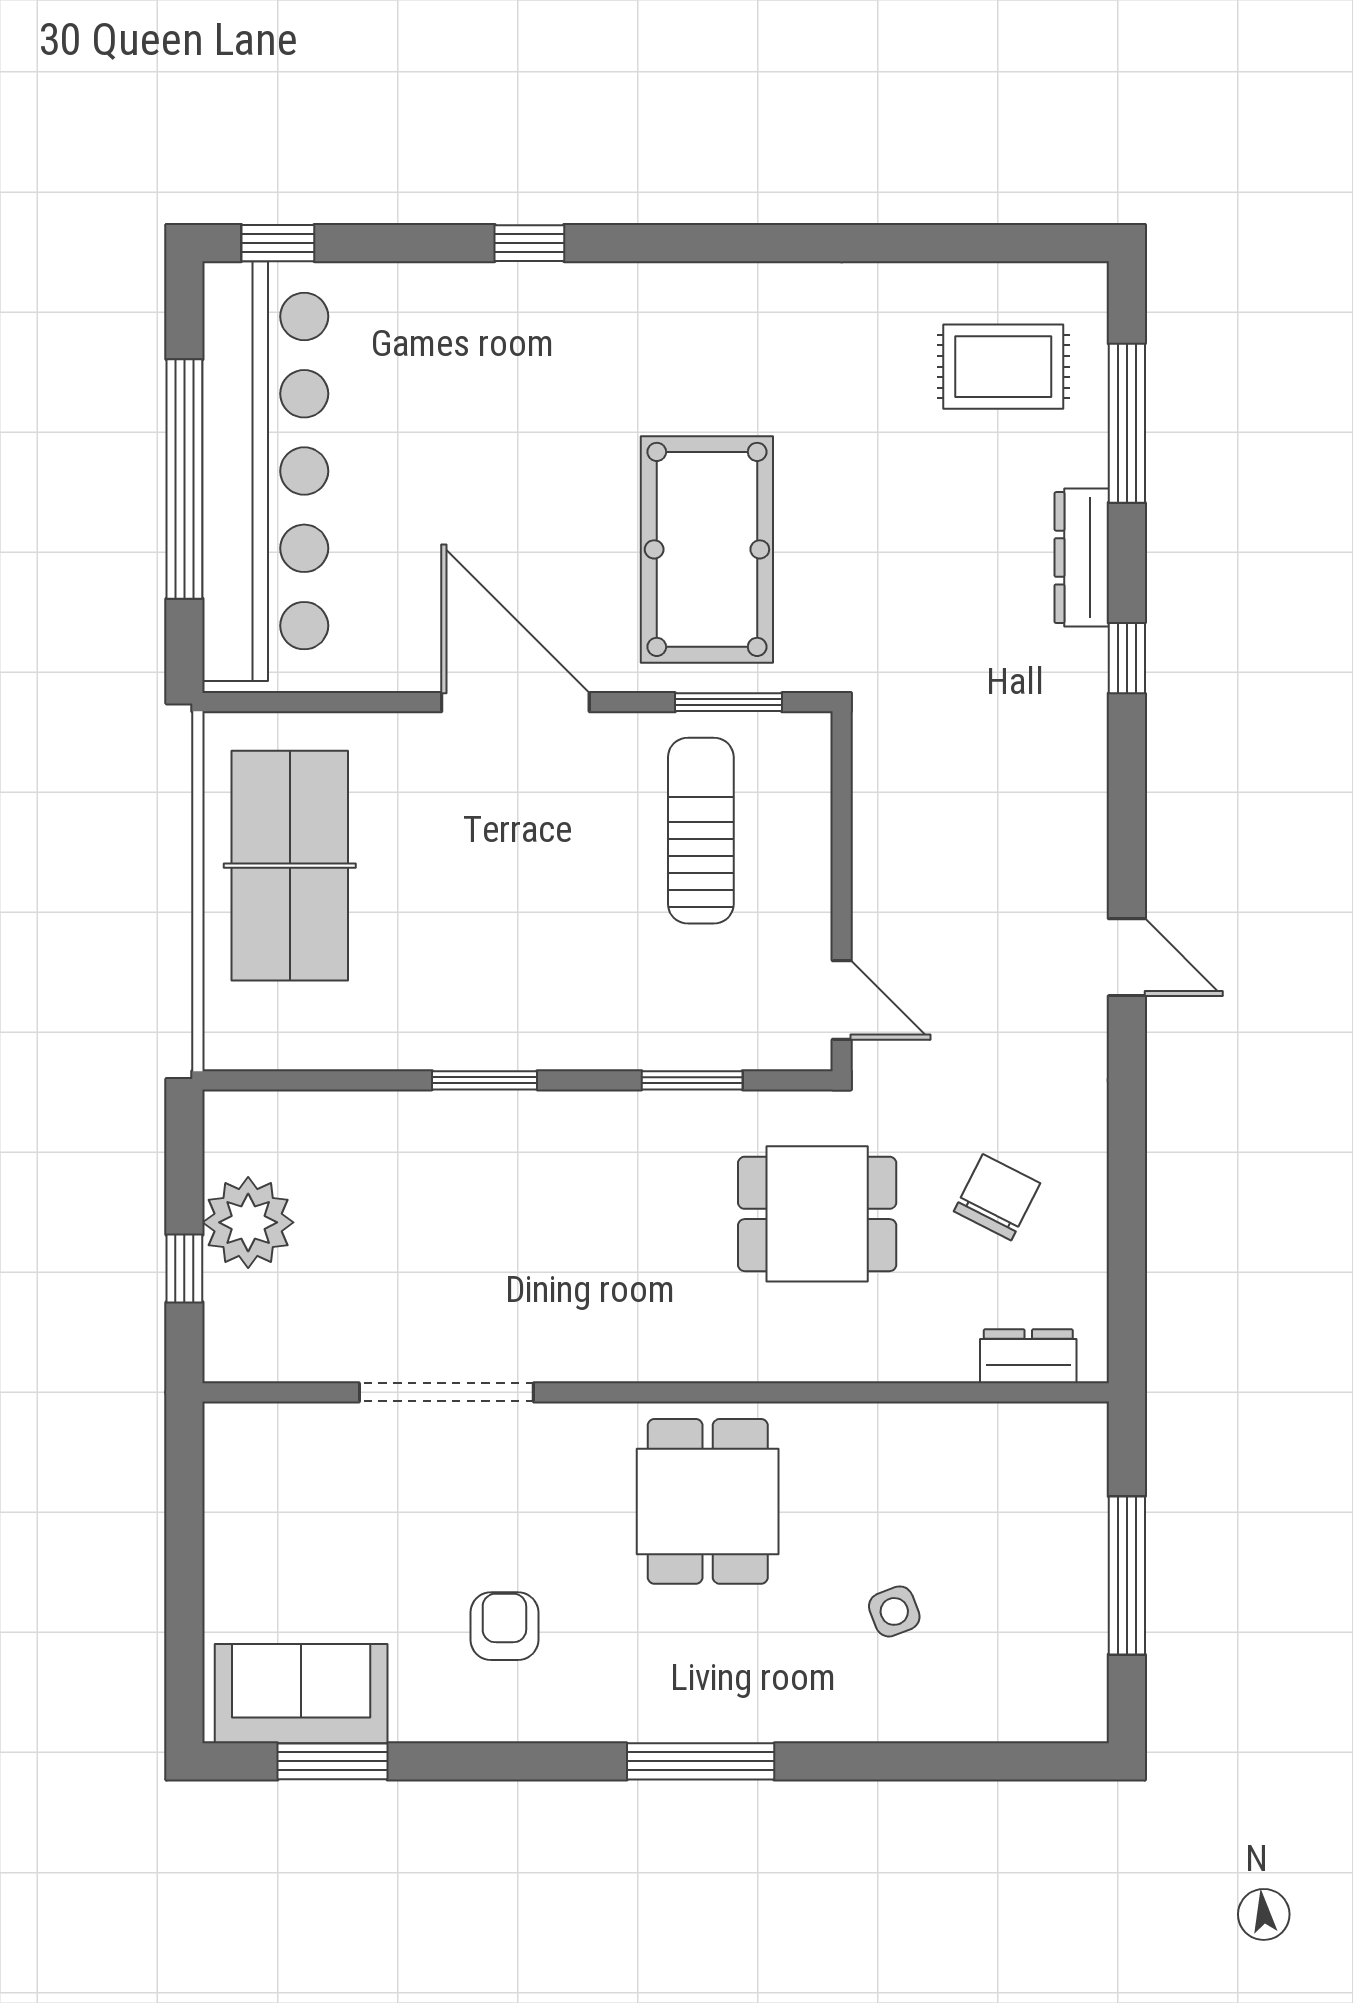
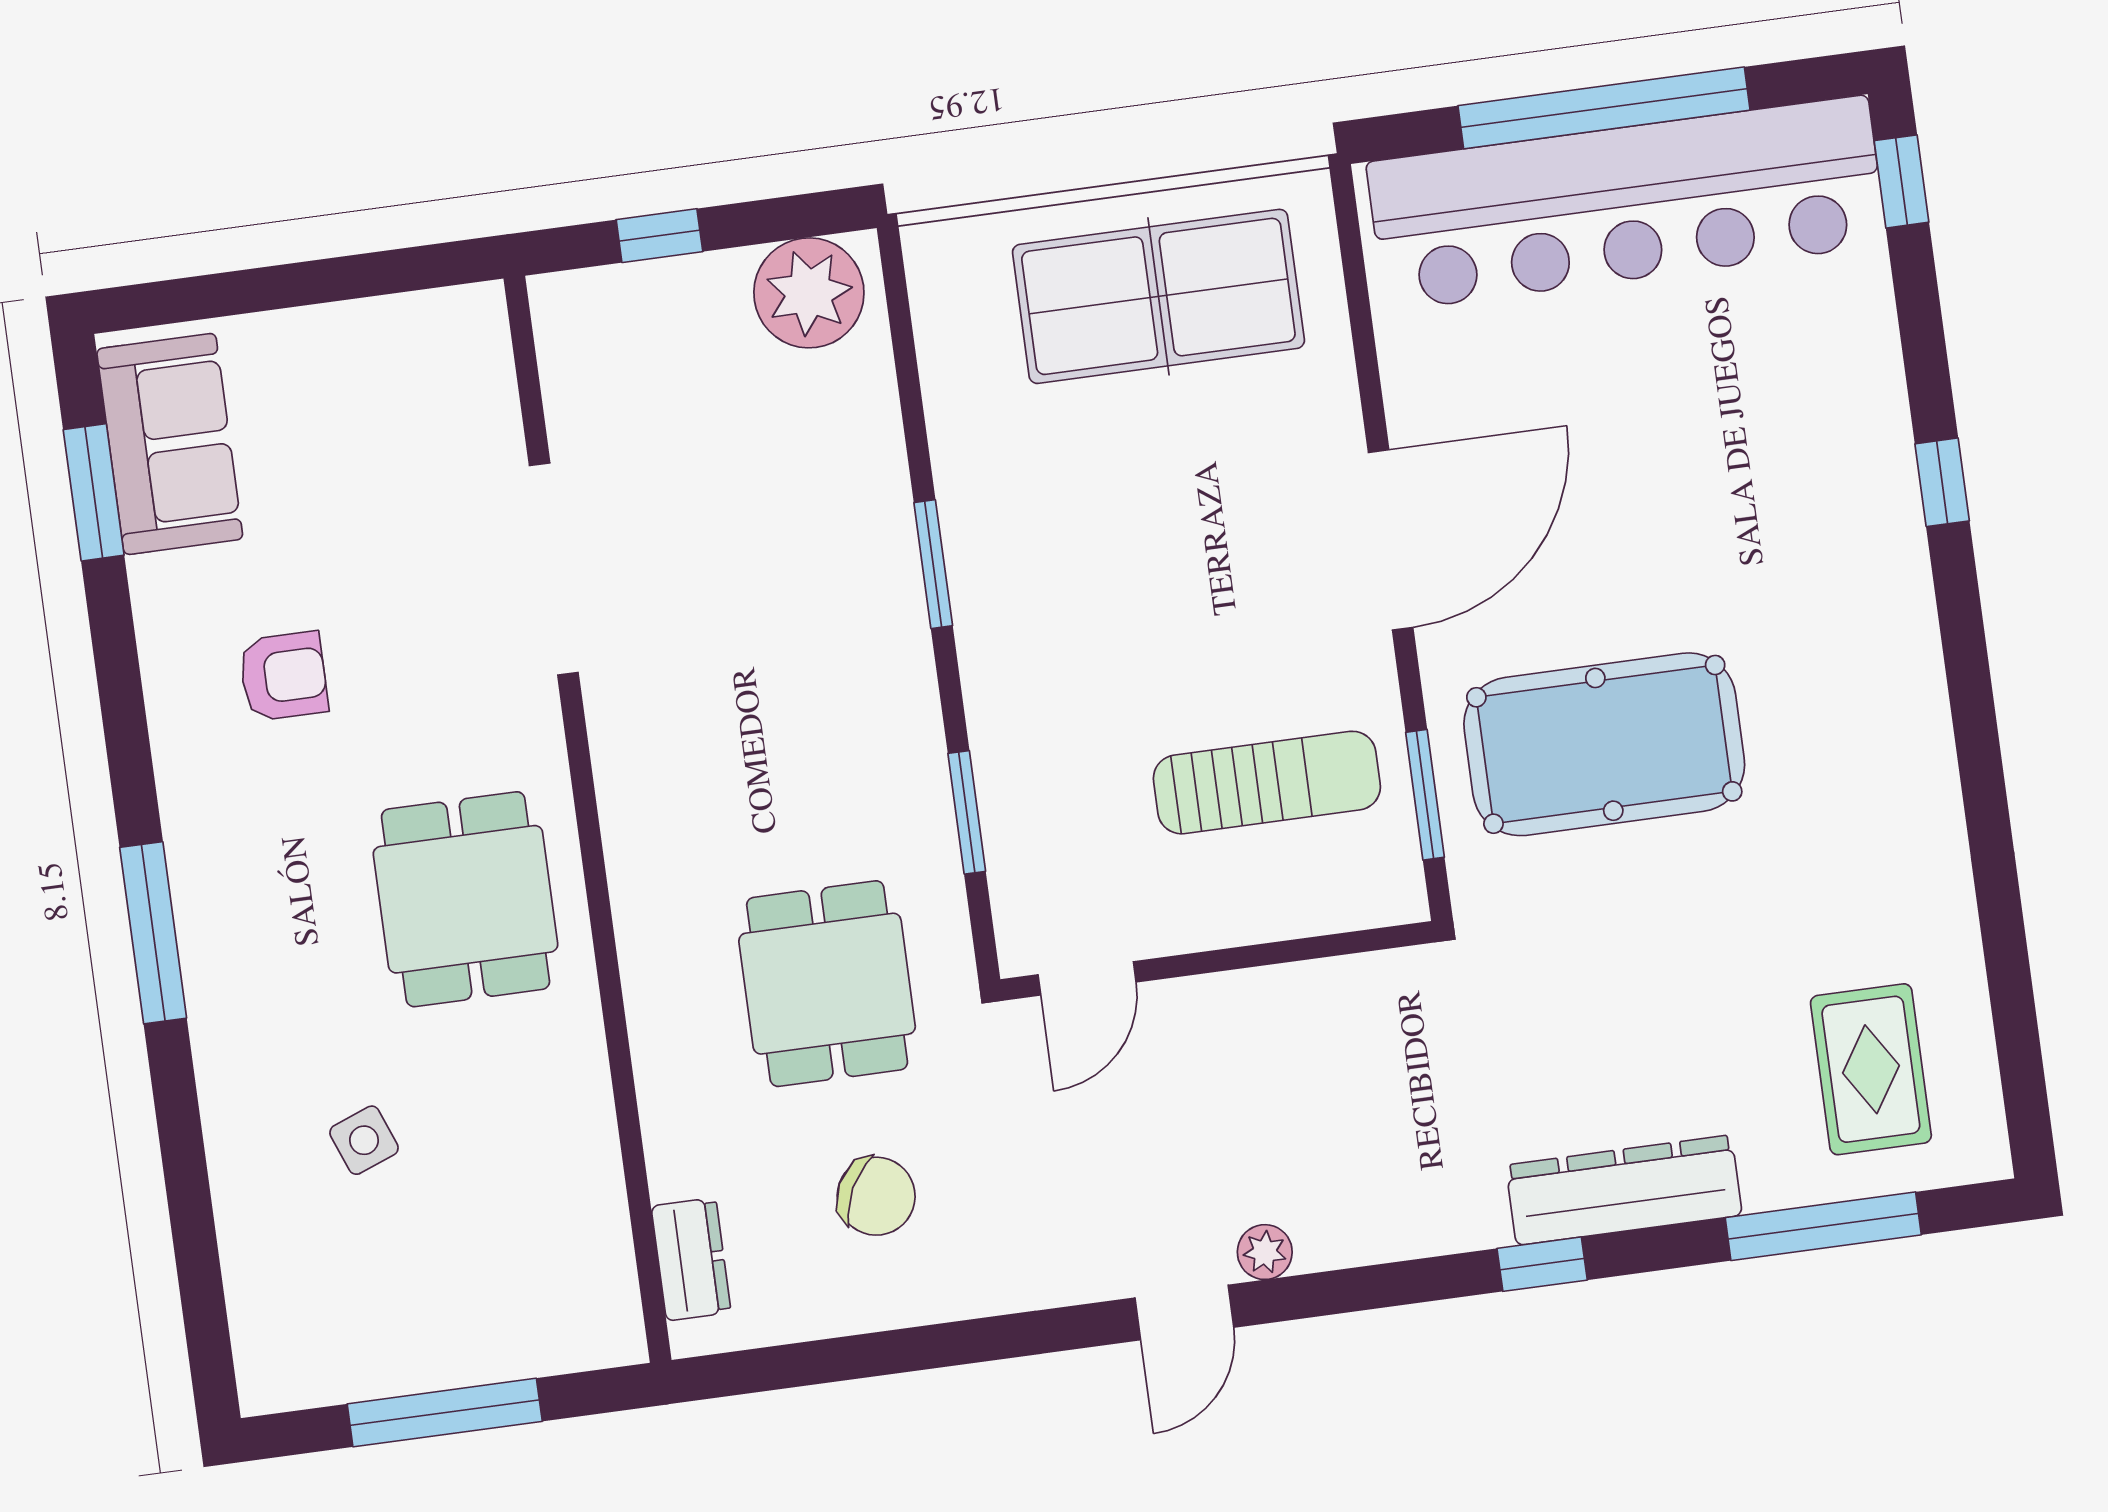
dresser: (1082, 558) -> (1624, 1190), width x1.37, depth x1.24
plant: (1086, 884) -> (1265, 1252), added
plant: (248, 1222) -> (809, 293), moved
dining table: (708, 1501) -> (466, 899), turned 90

